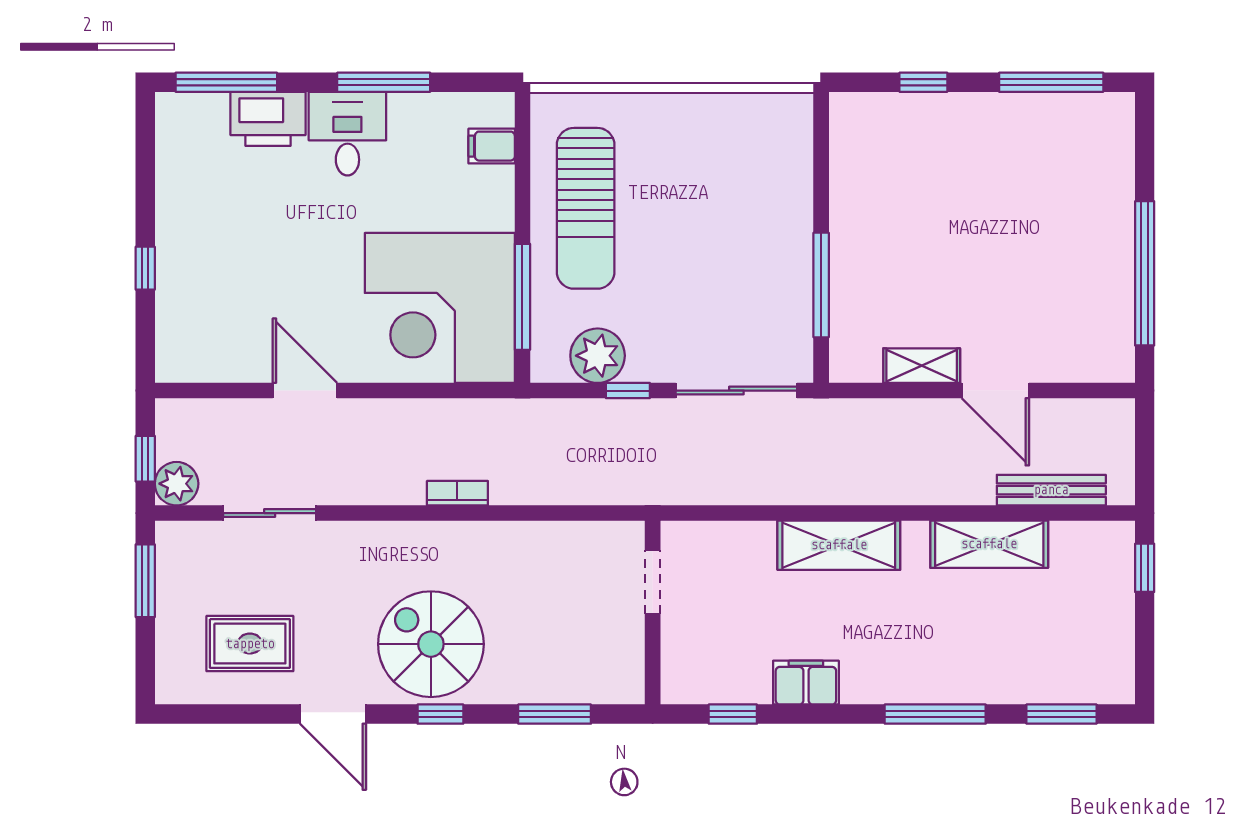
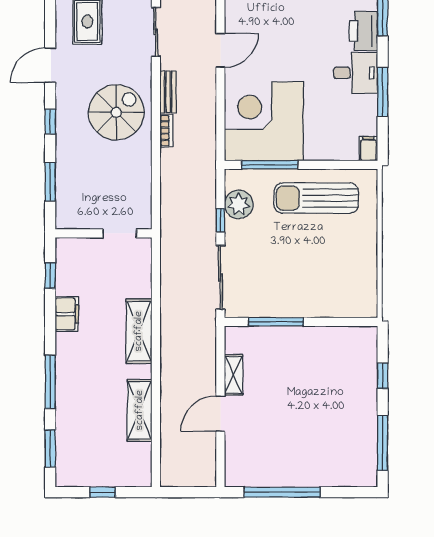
filing cabinet: (492, 146) -> (368, 149), moved
bench: (1051, 490) -> (168, 92), moved, width x0.73
window: (1145, 568) -> (103, 492), moved
spiral stairs: (431, 644) -> (116, 112), moved

